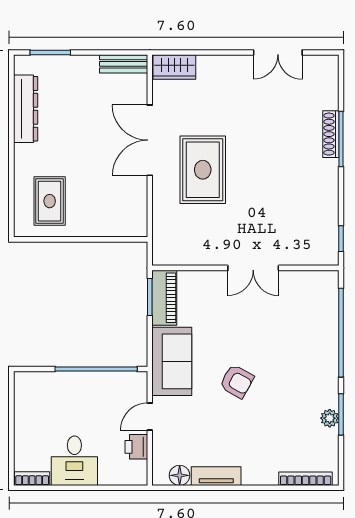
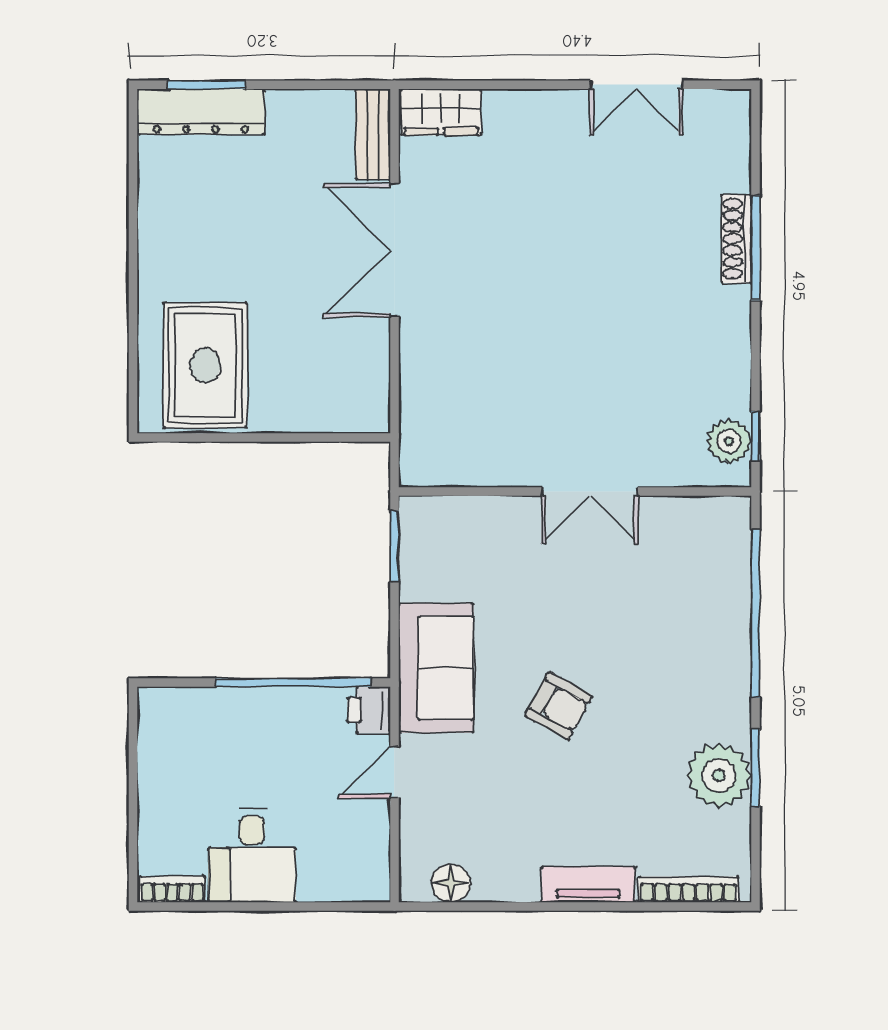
bench: (124, 64) -> (373, 134), moved, turned 90
dresser: (26, 109) -> (201, 112), moved, turned 90
rug: (203, 170) -> (494, 306), removed
rug: (50, 201) -> (205, 365), width x1.36, depth x1.43
plant: (327, 241) -> (729, 441), added
piano: (164, 298) -> (422, 548), removed
plant: (330, 418) -> (719, 775), width x1.88, depth x1.88
printer: (136, 447) -> (369, 710), moved
tv unit: (216, 476) -> (588, 885), moved

